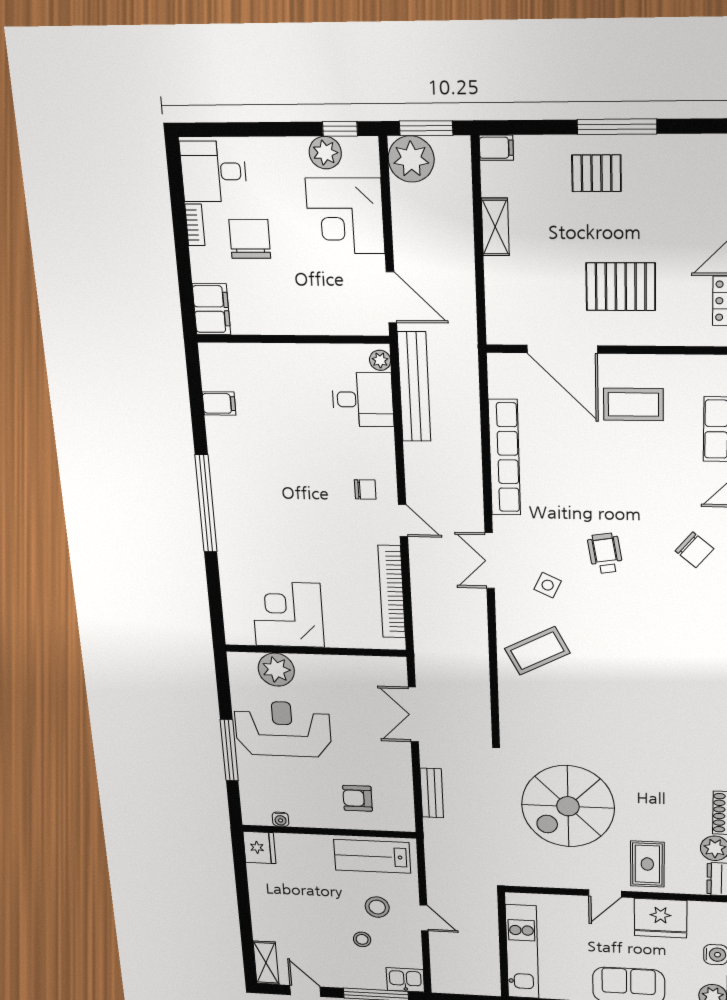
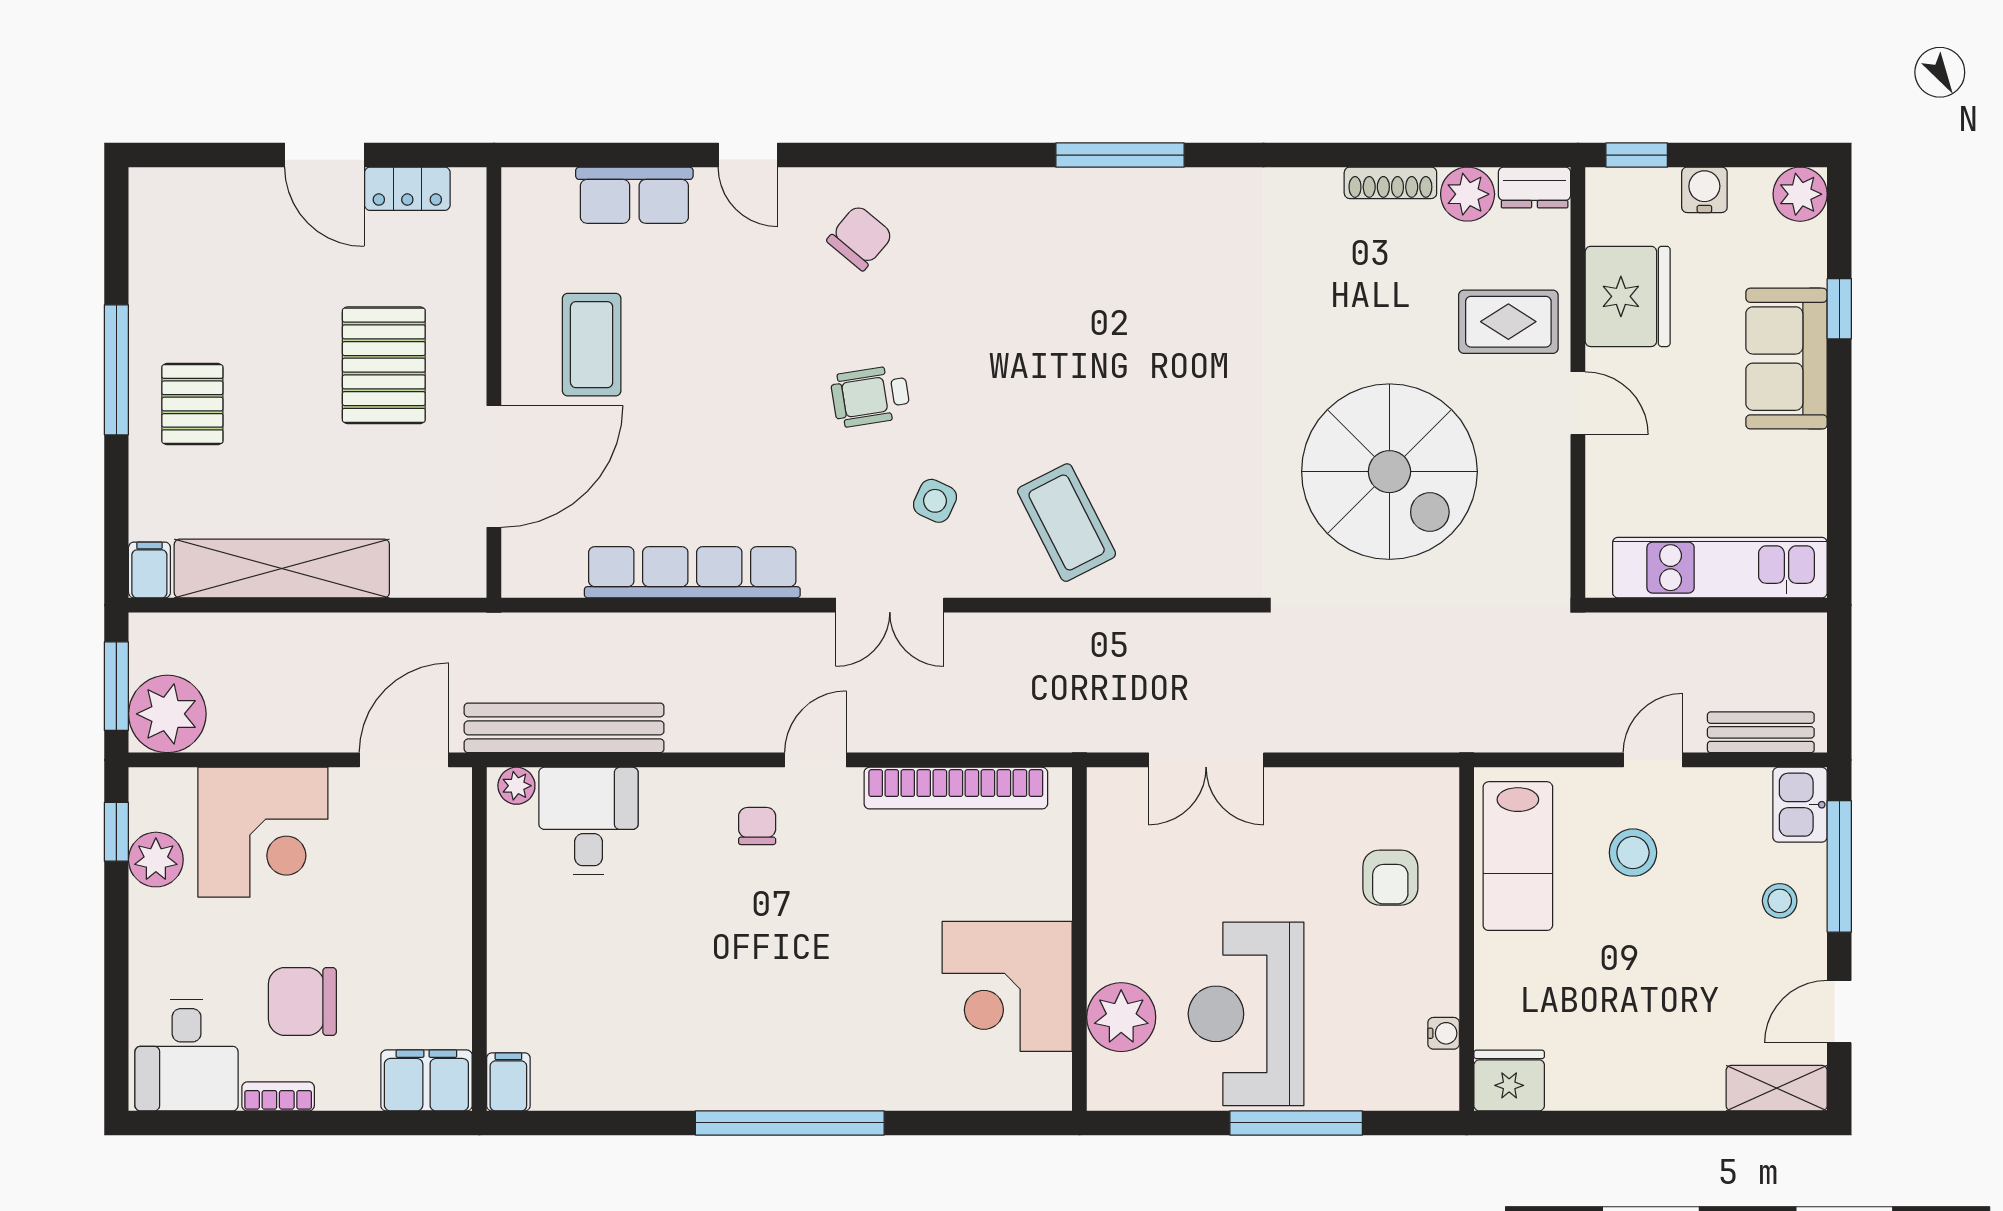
shelving: (495, 227) -> (282, 569), width x2.20, depth x1.33
filing cabinet: (219, 403) -> (508, 1082), moved
bench: (432, 793) -> (1761, 732), moved
stool: (362, 939) -> (1780, 901), moved

